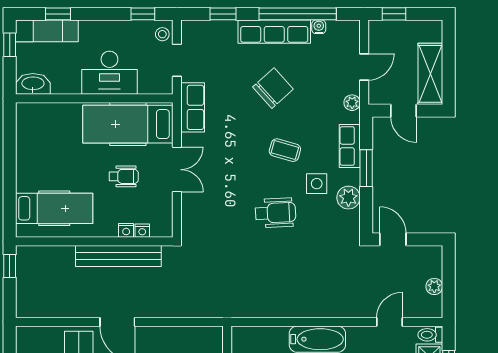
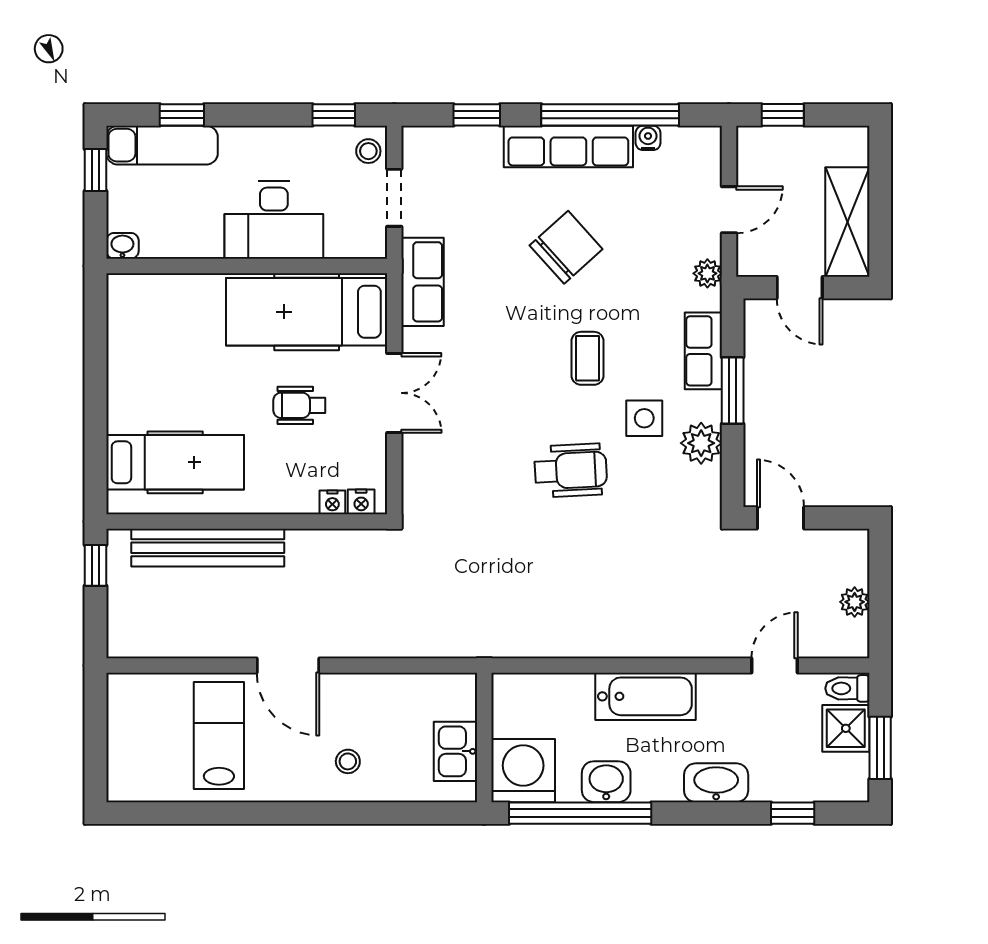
washbasin: (33, 84) -> (122, 246), width x0.52, depth x0.69
coffee table: (285, 150) -> (587, 358), turned 74
wheelchair: (124, 176) -> (299, 405), turned 180
nightstand: (126, 230) -> (361, 502), moved
bench: (118, 256) -> (208, 548), moved

